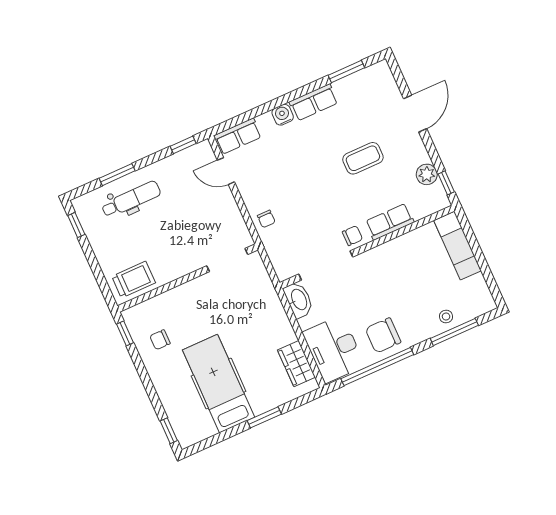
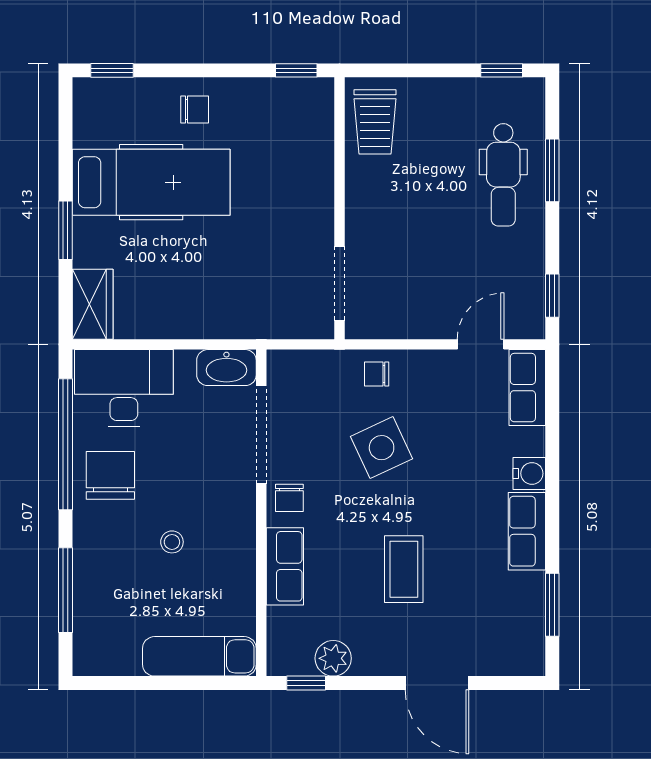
side table: (304, 199) -> (382, 448), added
stool: (446, 317) -> (172, 542), moved
chair: (160, 340) -> (195, 110), moved, turned 90
wardrobe: (296, 364) -> (93, 304), moved, turned 90

